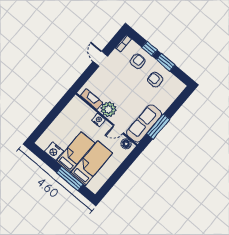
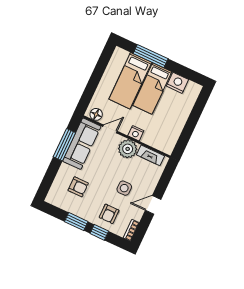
door: (100, 59) -> (153, 205), swing flipped
side table: (120, 79) -> (124, 188), added
armchair: (155, 80) -> (78, 187), moved

